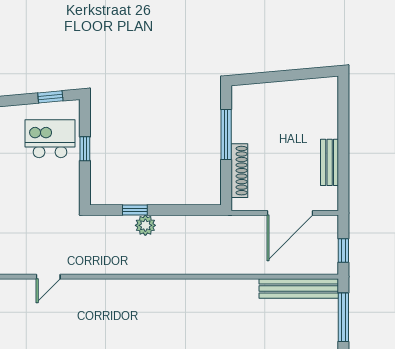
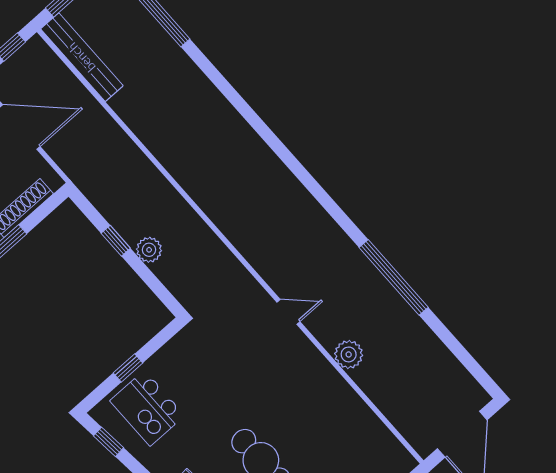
window: (135, 210) -> (116, 241), moved
door: (48, 277) -> (288, 312), moved

